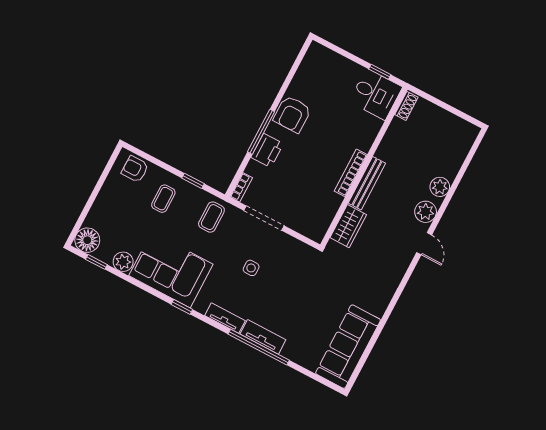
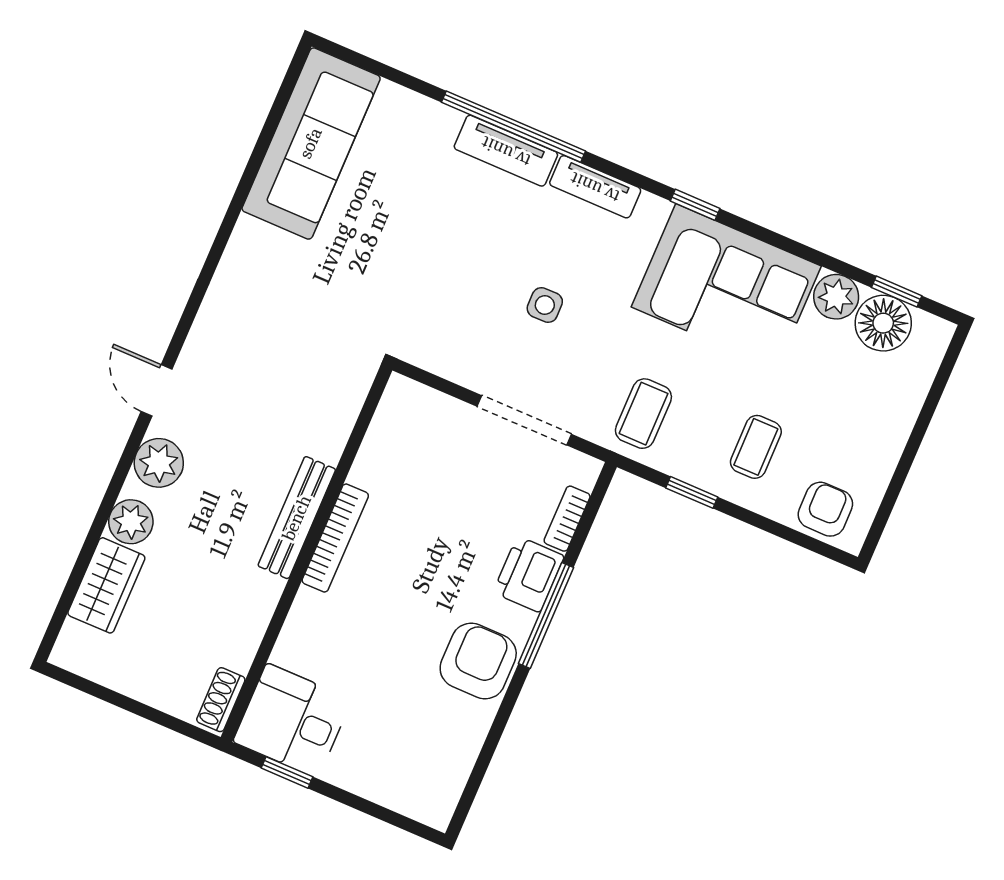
armchair: (135, 169) -> (825, 509), turned -90
bookcase: (241, 187) -> (567, 519), moved
wardrobe: (348, 226) -> (106, 585), moved, turned 180
floor lamp: (87, 240) -> (883, 323), moved

